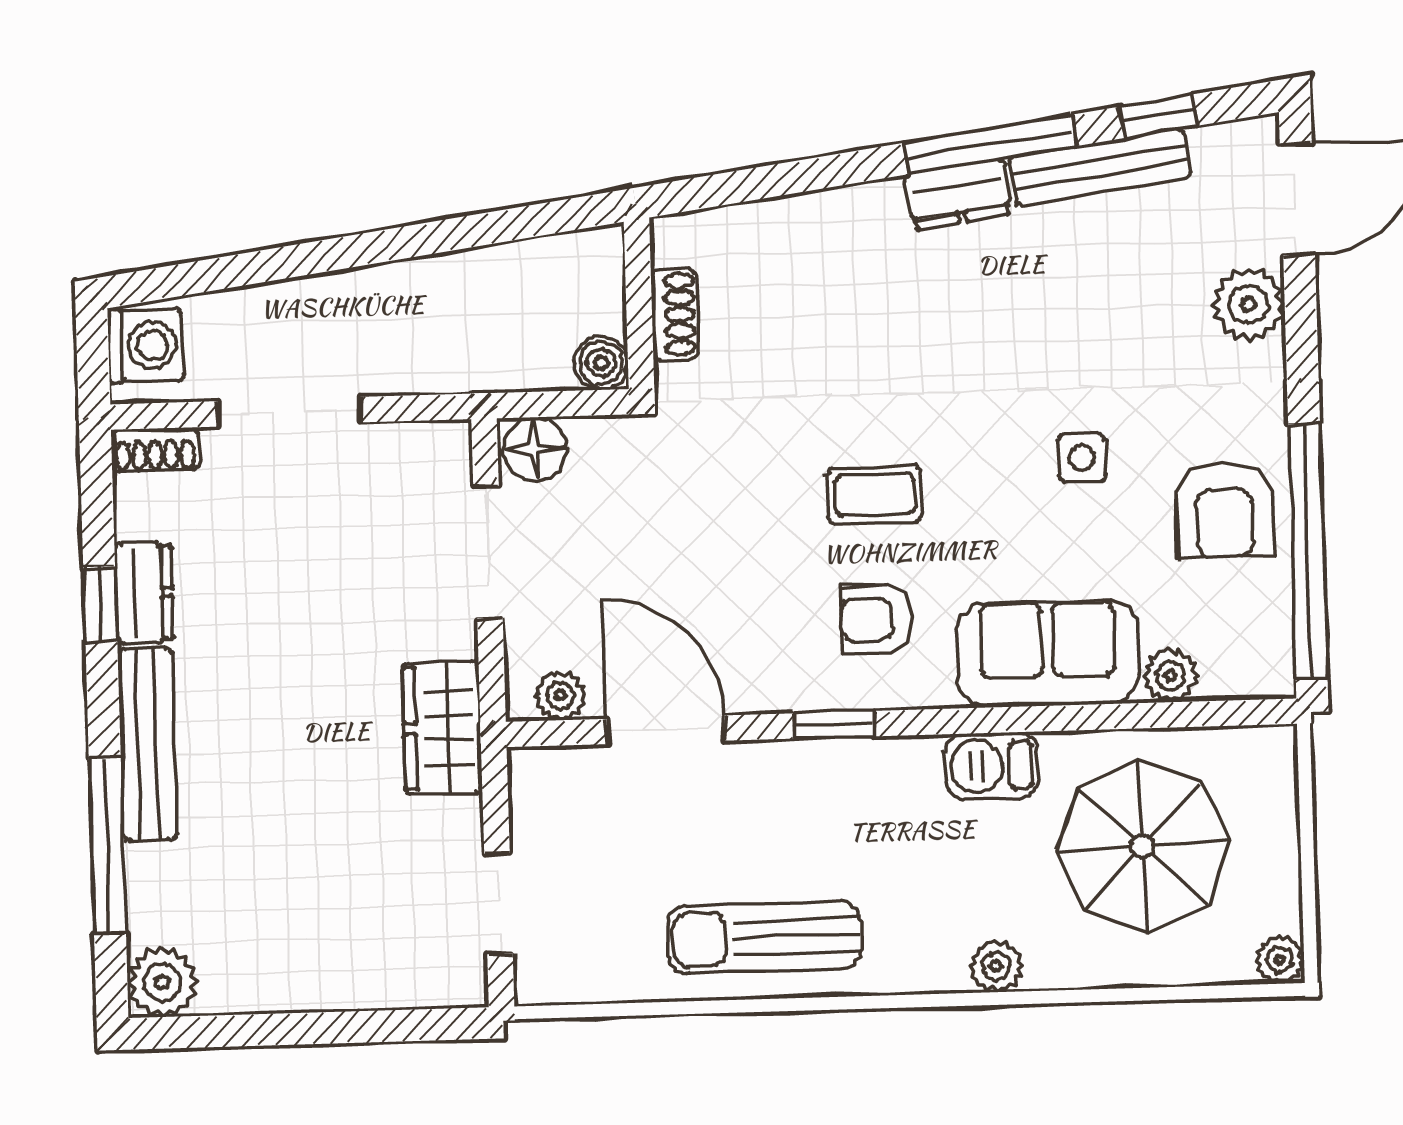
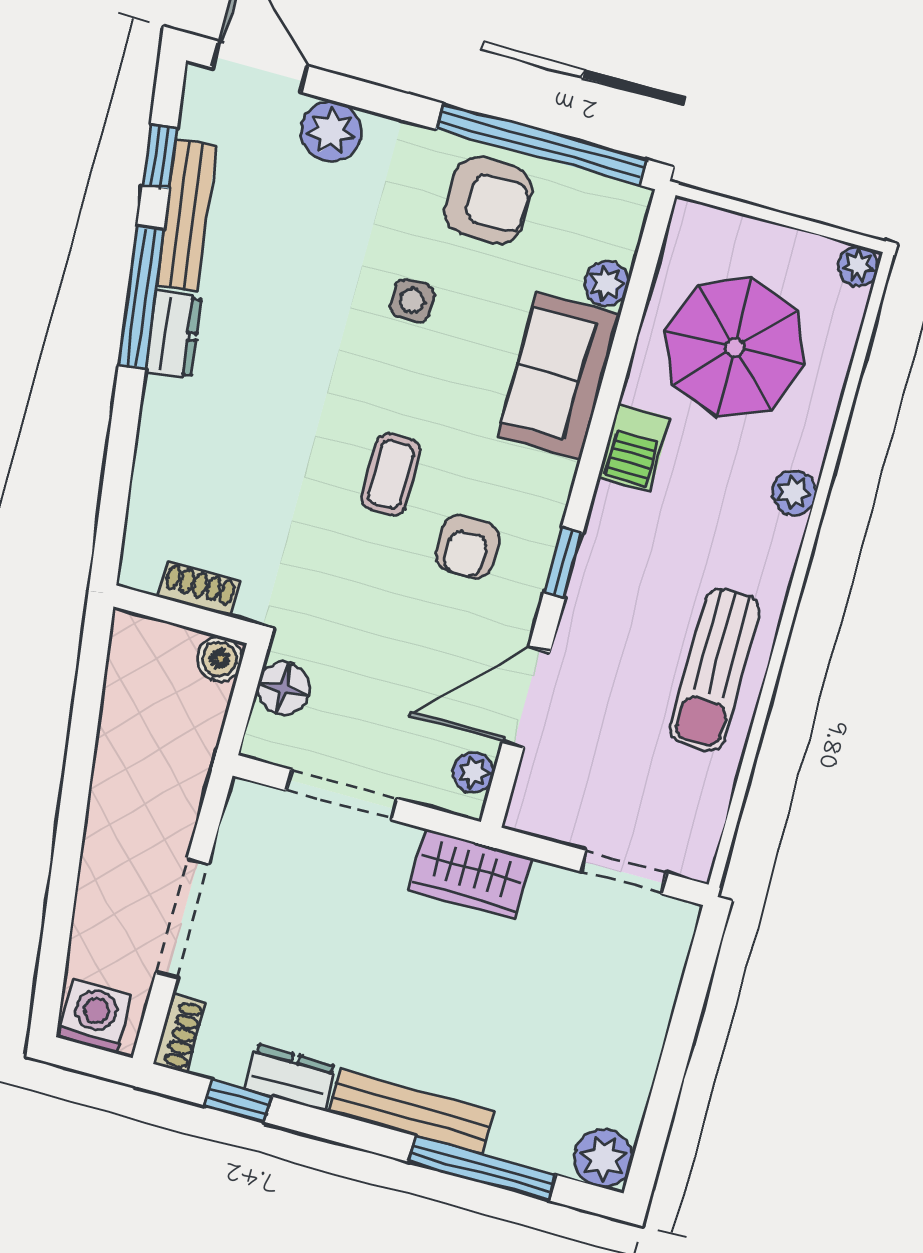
floor lamp: (535, 449) -> (284, 688), moved
window: (100, 604) -> (238, 1101), moved
armchair: (876, 619) -> (467, 547), moved

